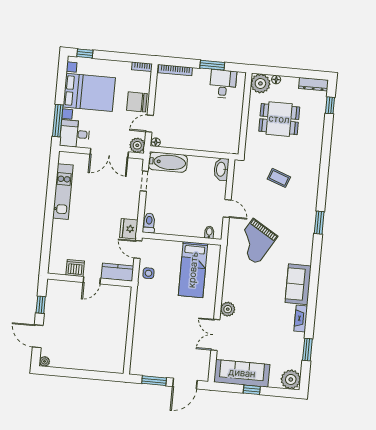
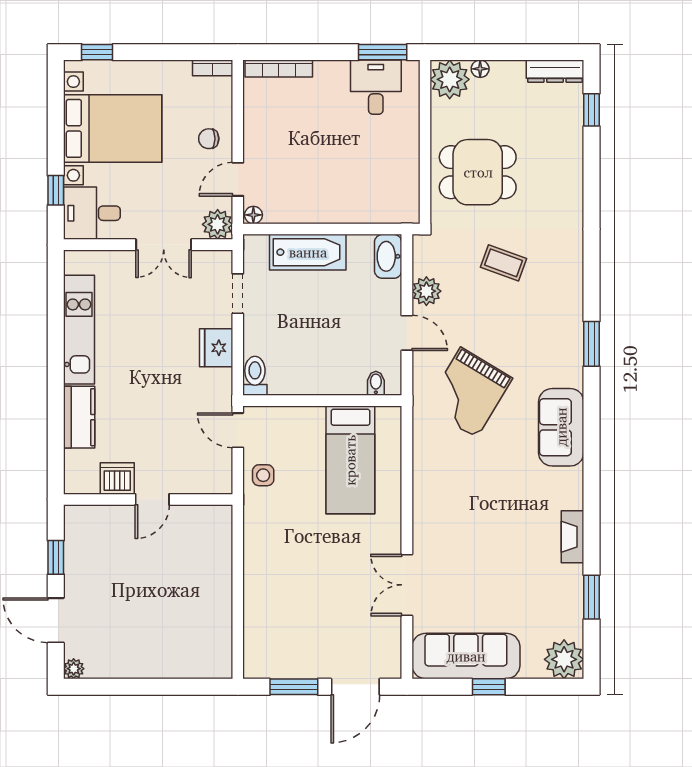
window: (212, 65) -> (383, 52), moved
chair: (137, 102) -> (209, 139), width x0.54, depth x0.54
dining table: (279, 119) -> (478, 172), moved
window: (58, 121) -> (56, 190), width x0.46
double door: (109, 153) -> (164, 245), width x0.73
bathtub: (168, 162) -> (308, 252), moved
fridge: (129, 229) -> (216, 348), moved
kitchen counter: (117, 272) -> (79, 417), moved, turned 90
sofa: (298, 284) -> (561, 427), moved
plant: (228, 309) -> (426, 291), moved

